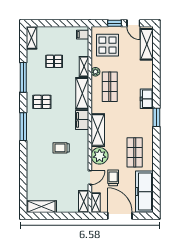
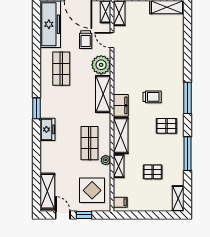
trolley: (61, 148) -> (152, 97), moved
door: (90, 178) -> (112, 40), hinge flipped

